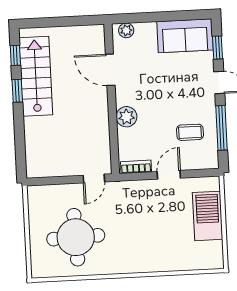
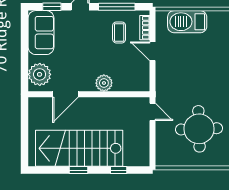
plant: (126, 30) -> (40, 74), width x1.88, depth x1.88
window: (15, 55) -> (119, 170), moved
stairs: (36, 76) -> (79, 148), width x1.36, depth x1.51
bookcase: (136, 167) -> (145, 28), moved

